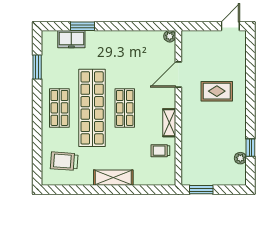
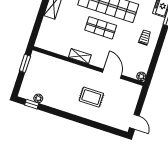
rug: (217, 91) -> (91, 97), turned 90
window: (250, 148) -> (32, 104), moved
trolley: (160, 151) -> (145, 37), moved

